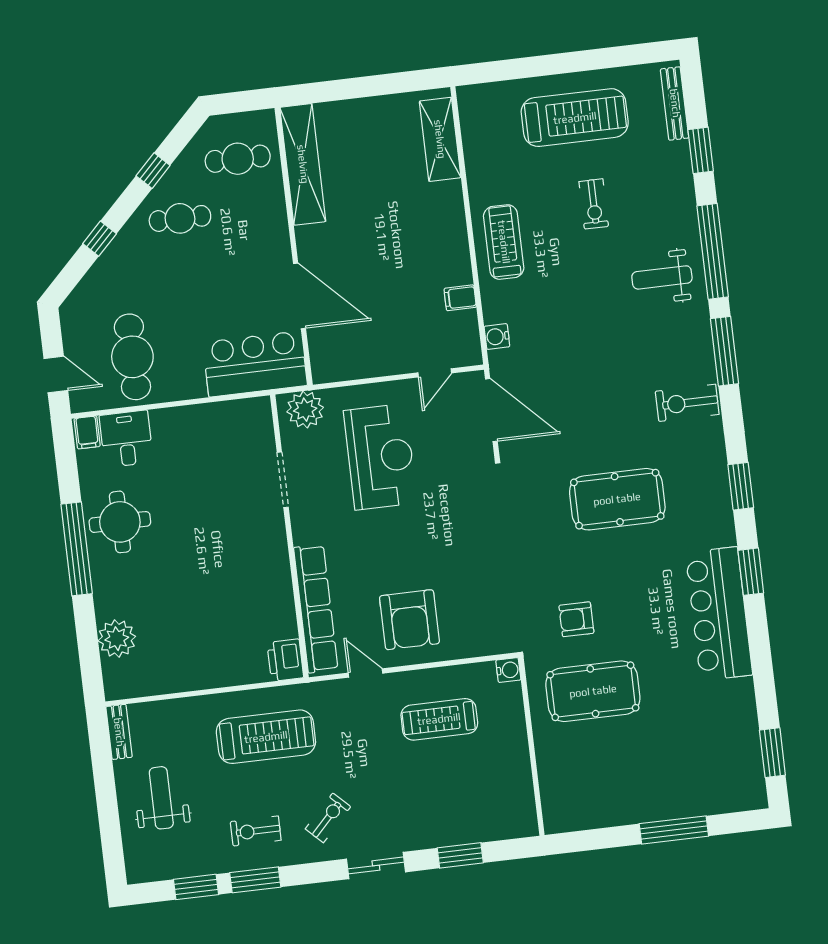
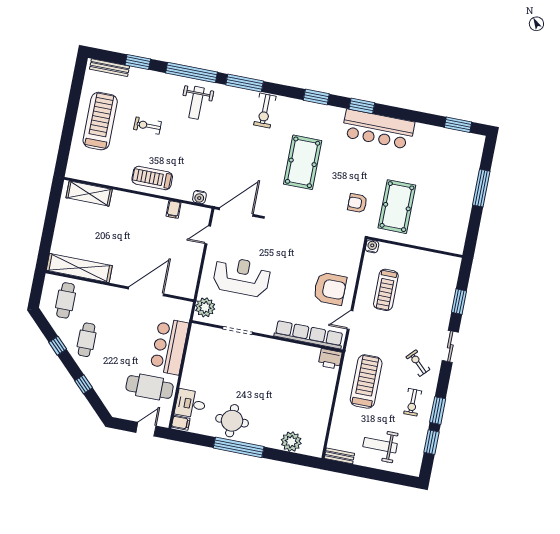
exercise bike: (594, 204) -> (148, 126), turned 180
bar counter: (255, 364) -> (169, 346), moved
door: (435, 373) -> (208, 235), swing flipped
armchair: (576, 619) -> (357, 203), turned 90

